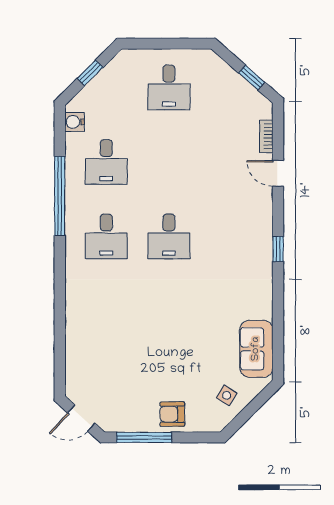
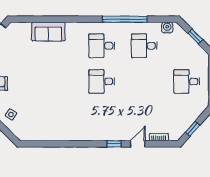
window: (278, 249) -> (114, 144), moved
sofa: (256, 349) -> (48, 32), moved, turned 180

